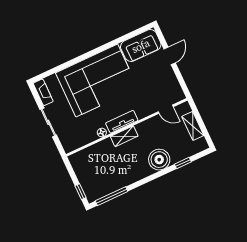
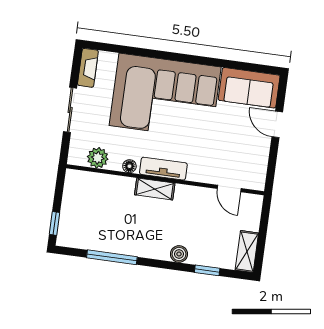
door: (170, 56) -> (277, 124), swing flipped
shelving: (193, 126) -> (247, 252), moved
plant: (81, 139) -> (98, 158), added
boiler: (159, 160) -> (179, 254), width x0.54, depth x0.54
window: (112, 196) -> (112, 257), moved

